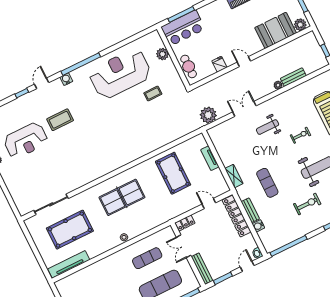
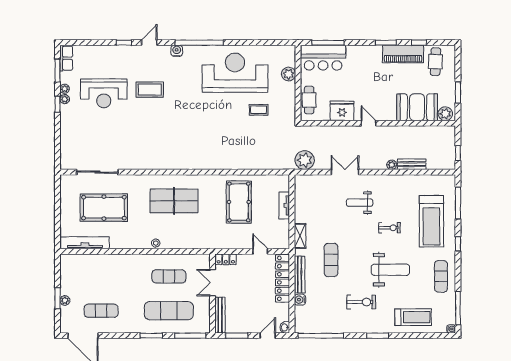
fridge: (219, 64) -> (342, 111), width x1.88, depth x1.34
bench: (250, 210) -> (300, 275), width x1.36

